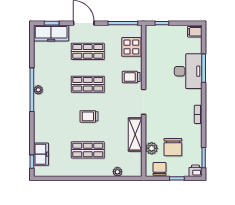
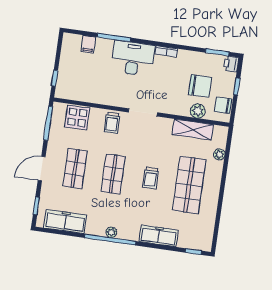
filing cabinet: (195, 32) -> (88, 44), moved
freezer: (51, 33) -> (65, 222), moved, turned -90
desk: (188, 71) -> (133, 58), moved
shelving: (135, 135) -> (193, 130), moved
shop shelf: (88, 150) -> (189, 185), width x1.43, depth x1.36
freezer: (41, 154) -> (159, 236), moved, width x1.40

